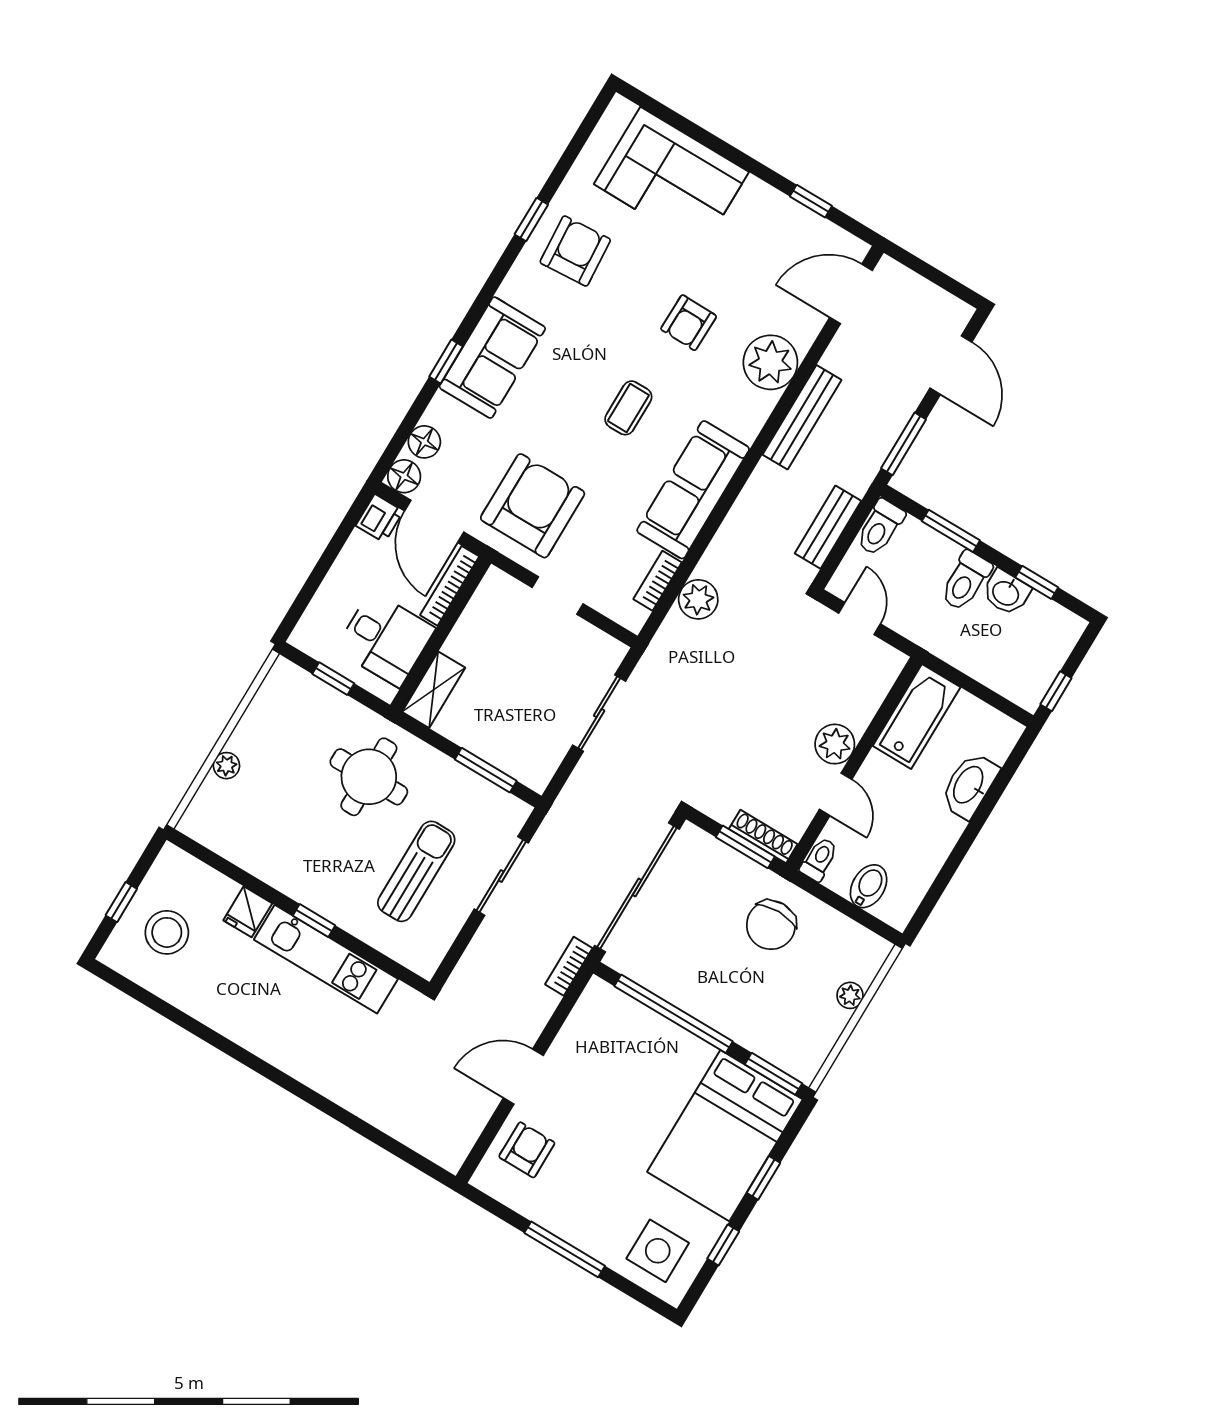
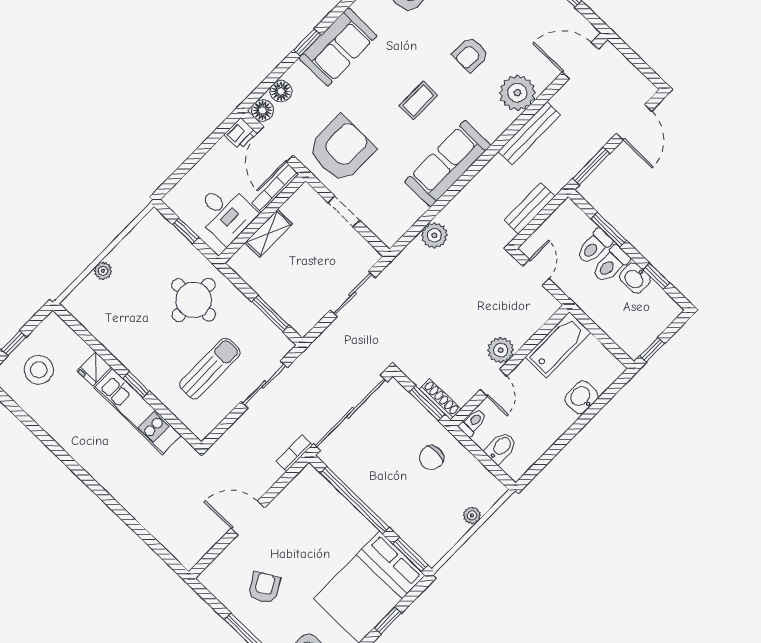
toilet: (880, 527) -> (594, 247), moved
bookcase: (658, 581) -> (411, 217), removed
shelving: (434, 690) -> (269, 233), moved
washbasin: (969, 785) -> (581, 397), width x0.72
chair: (771, 925) -> (432, 458), width x0.73, depth x0.73
armchair: (527, 1150) -> (264, 588), moved, turned -31

